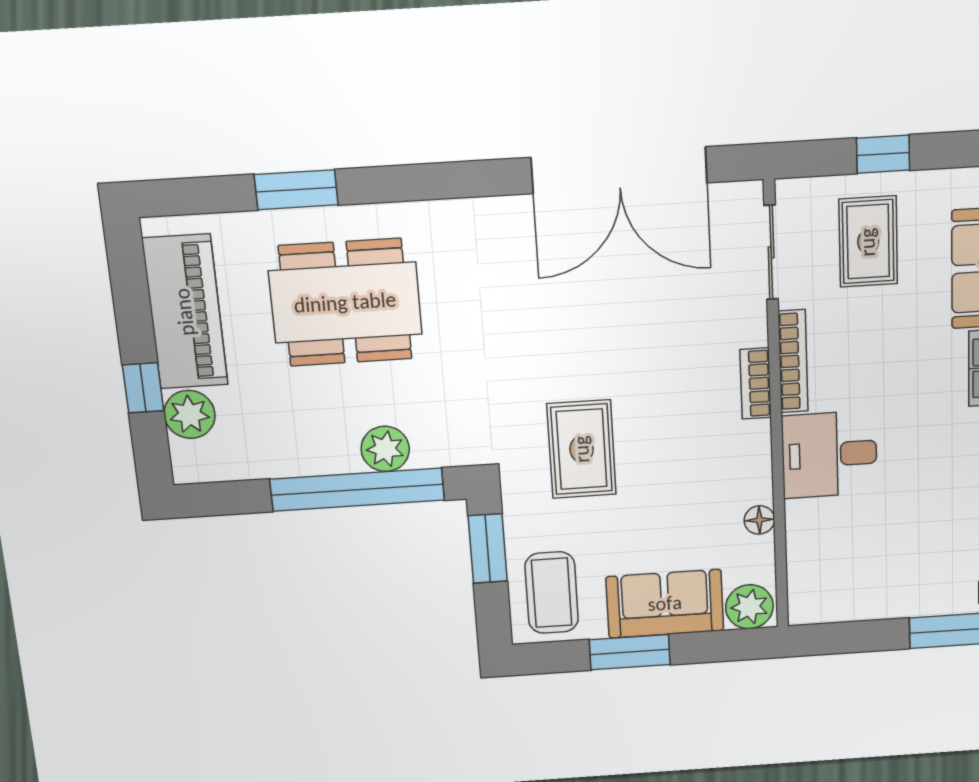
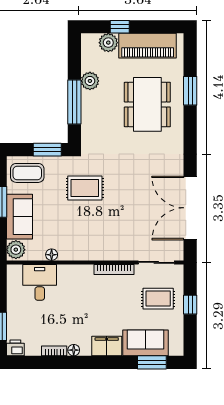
bookcase: (756, 383) -> (106, 255), removed
plant: (385, 449) -> (90, 81), moved
desk: (829, 454) -> (40, 282), moved
window: (357, 490) -> (74, 102), width x0.68

